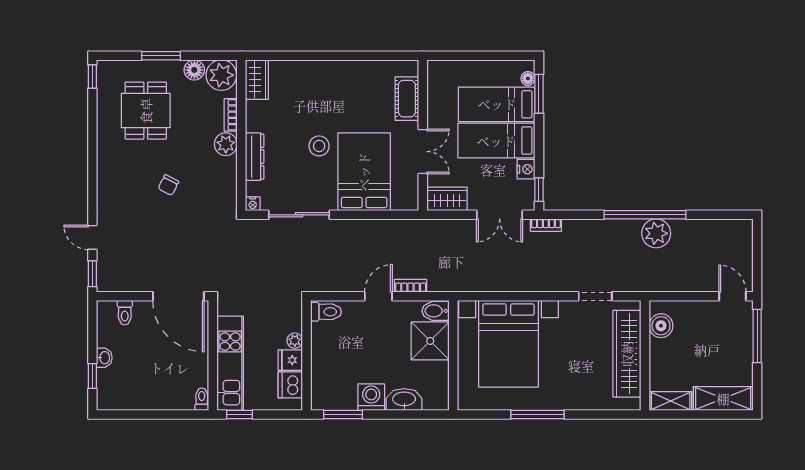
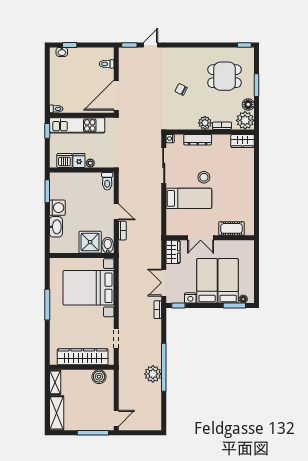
bed: (364, 172) -> (189, 198), width x0.67
washbasin: (104, 358) -> (62, 52), moved

